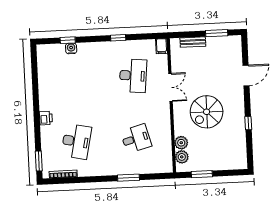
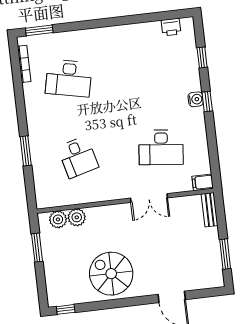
window: (118, 38) -> (207, 102), moved
bench: (193, 42) -> (210, 210), moved
water cooler: (71, 48) -> (196, 99), moved
spiral stairs: (207, 112) -> (111, 274), moved
printer: (46, 118) -> (171, 27), moved
window: (248, 123) -> (66, 309), moved

